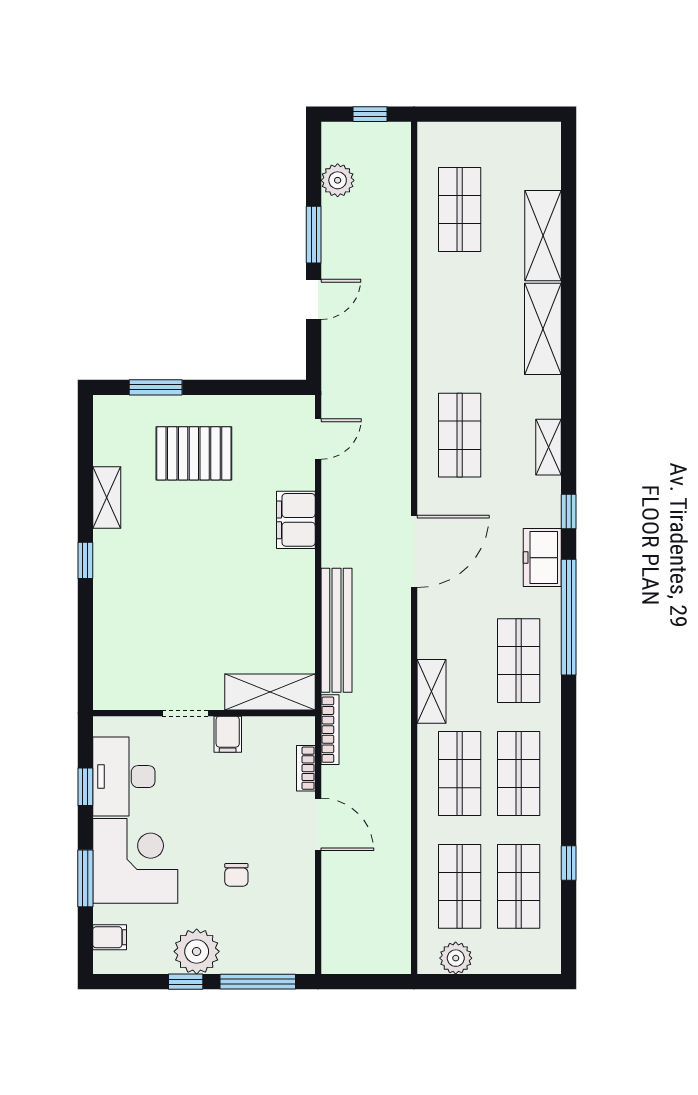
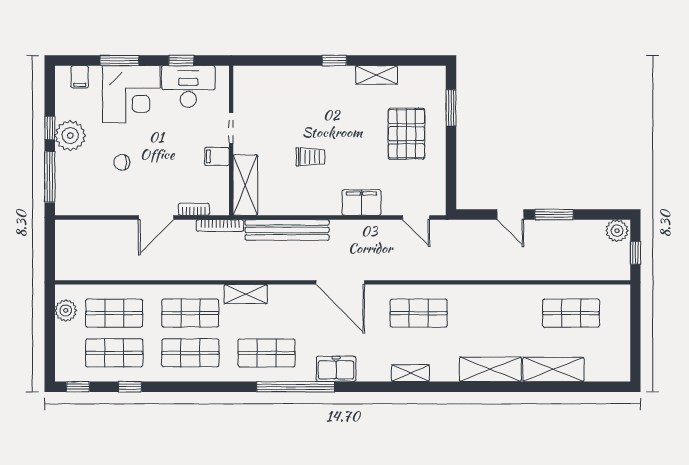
plant: (338, 180) -> (617, 231), moved
window: (569, 511) -> (78, 387), moved
trolley: (228, 596) -> (310, 157), added

